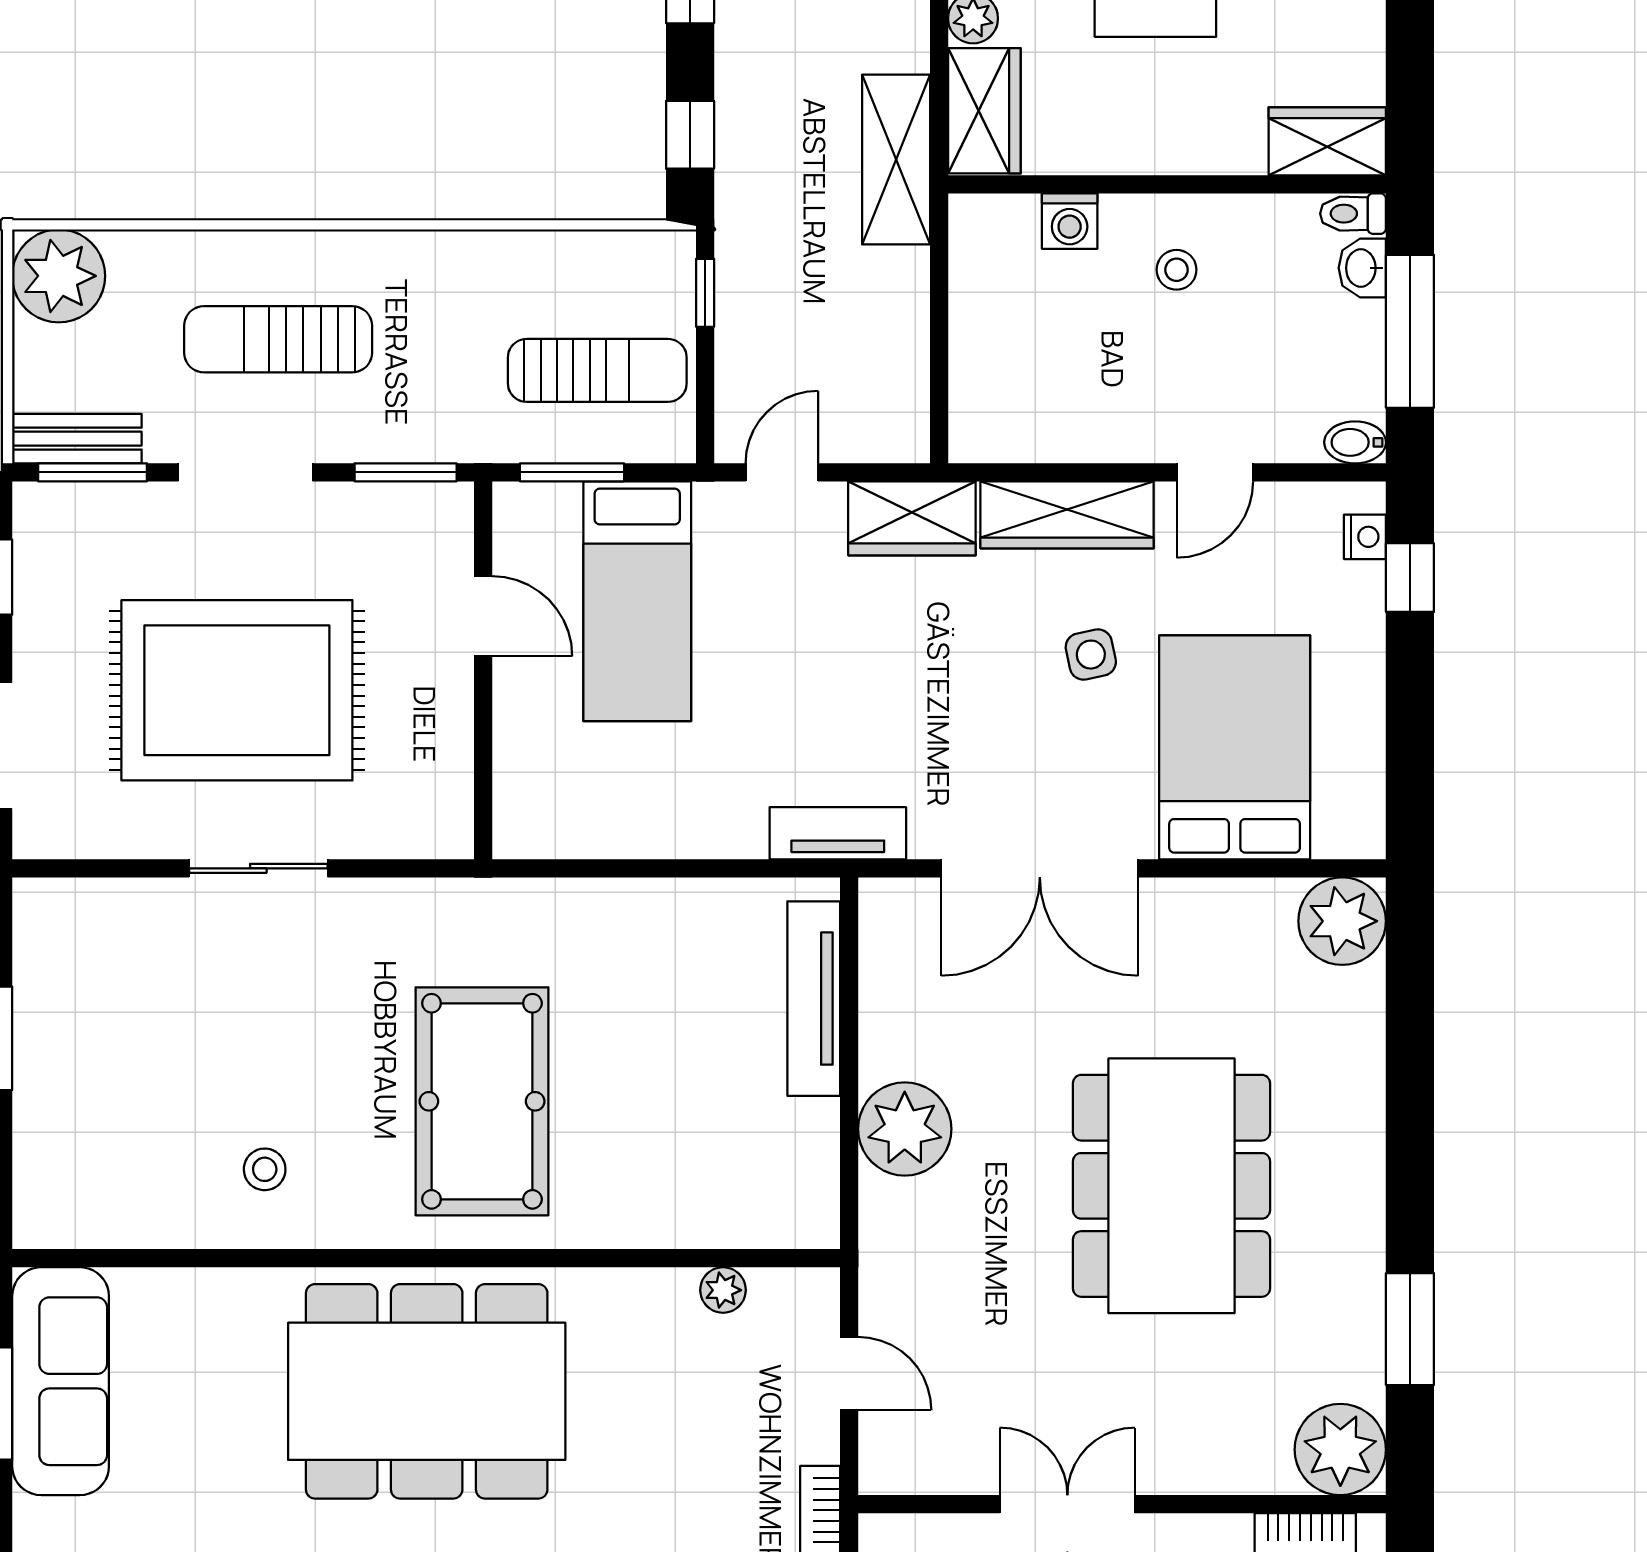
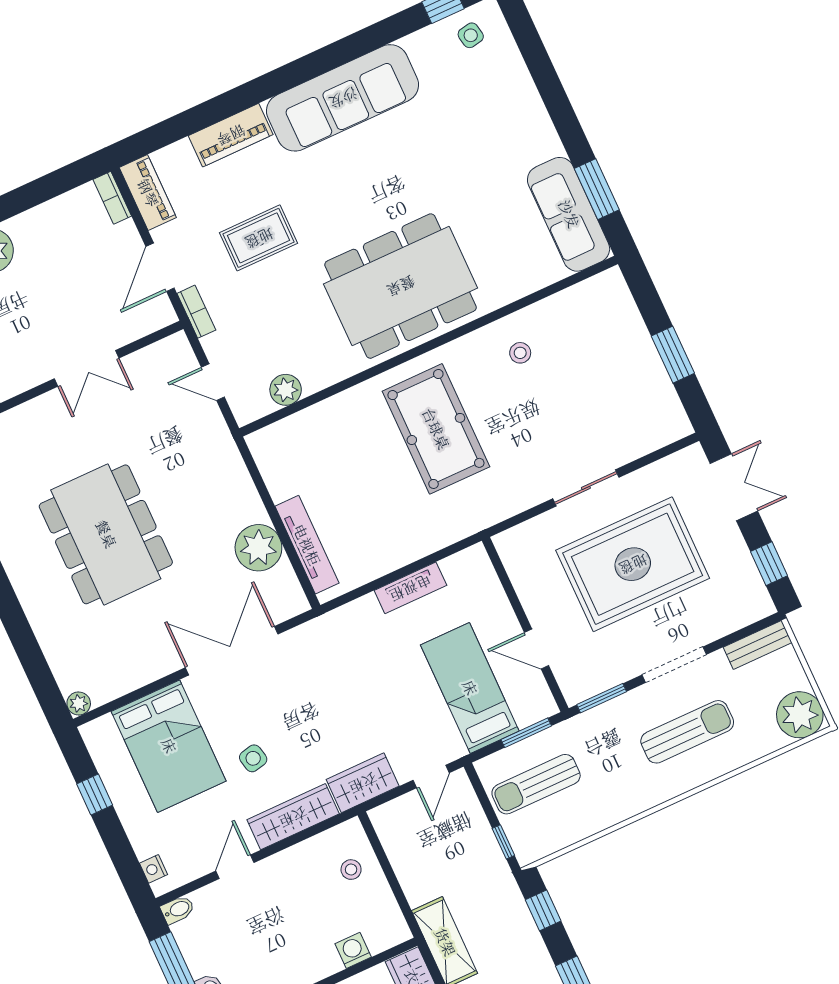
stool: (1177, 270) -> (351, 870), moved
window: (92, 472) -> (744, 633), removed
window: (1410, 578) -> (95, 794), moved
tv unit: (838, 833) -> (410, 588), moved
plant: (1342, 921) -> (79, 703), width x0.53, depth x0.53
plant: (905, 1129) -> (258, 548), moved
plant: (723, 1290) -> (286, 390), width x1.38, depth x1.38

